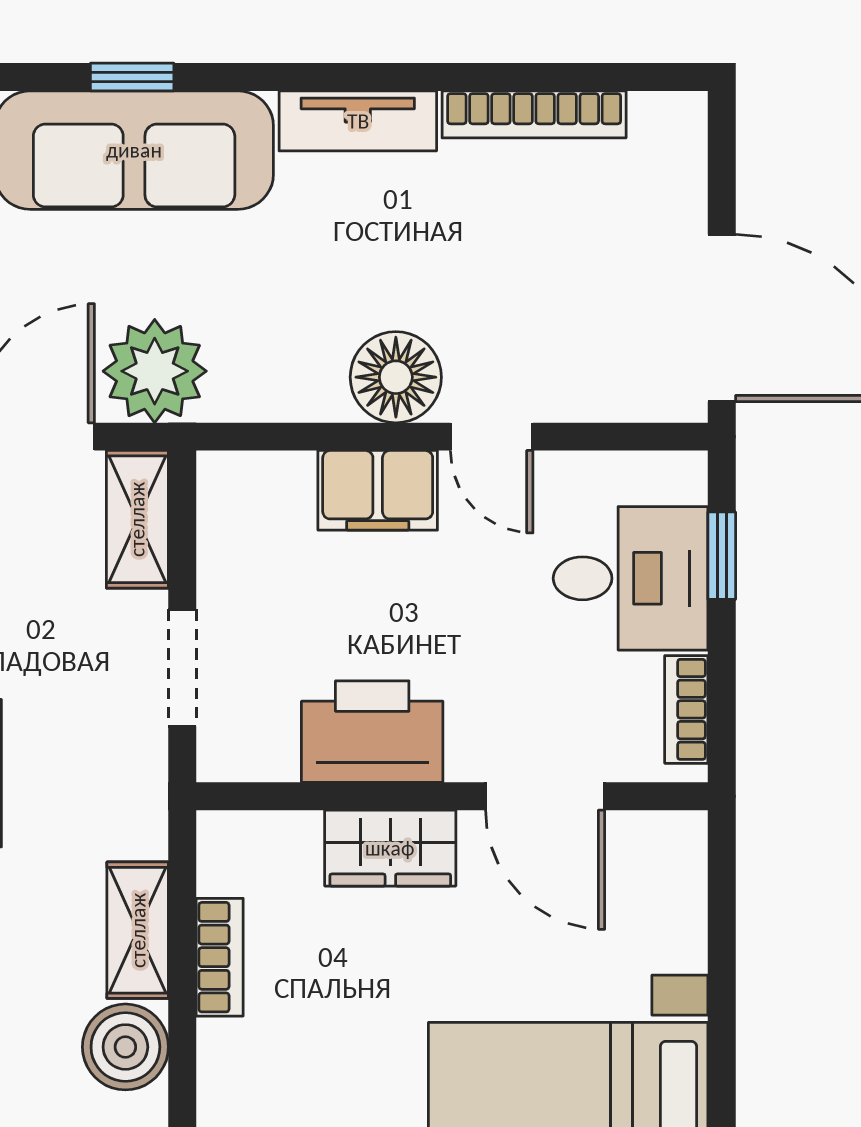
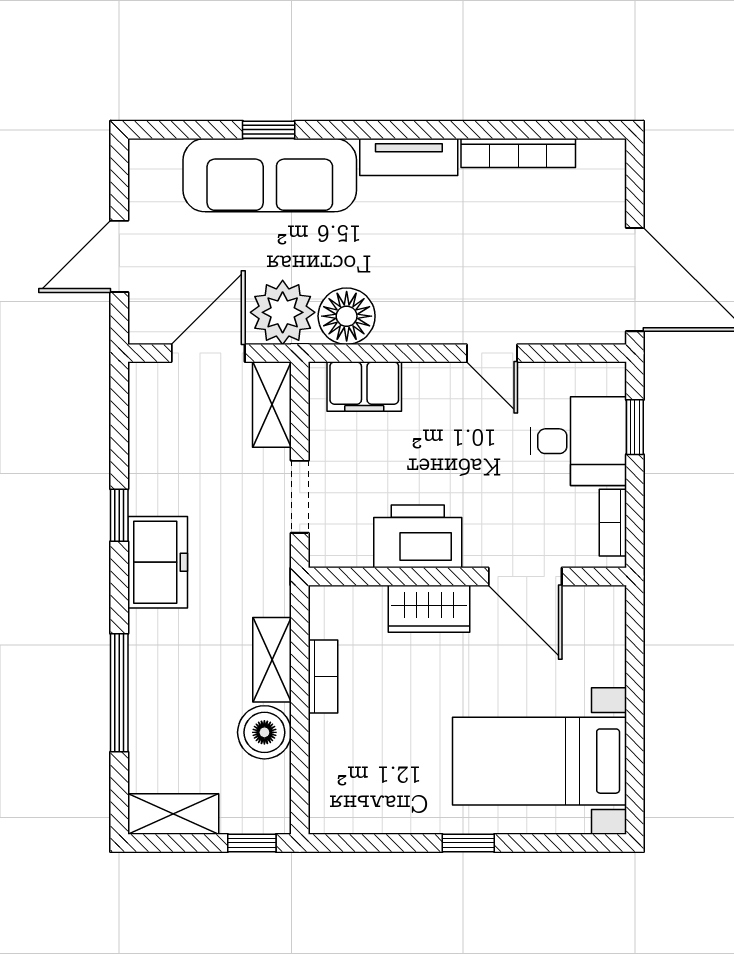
floor lamp: (396, 377) -> (347, 316), moved
filing cabinet: (378, 490) -> (364, 387), moved

